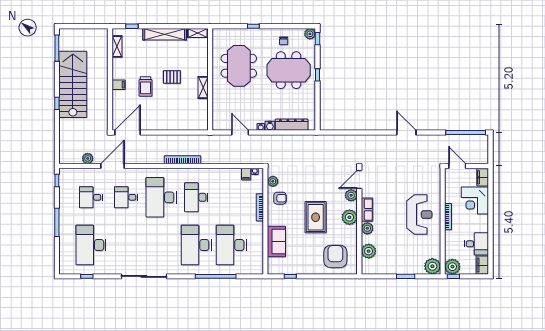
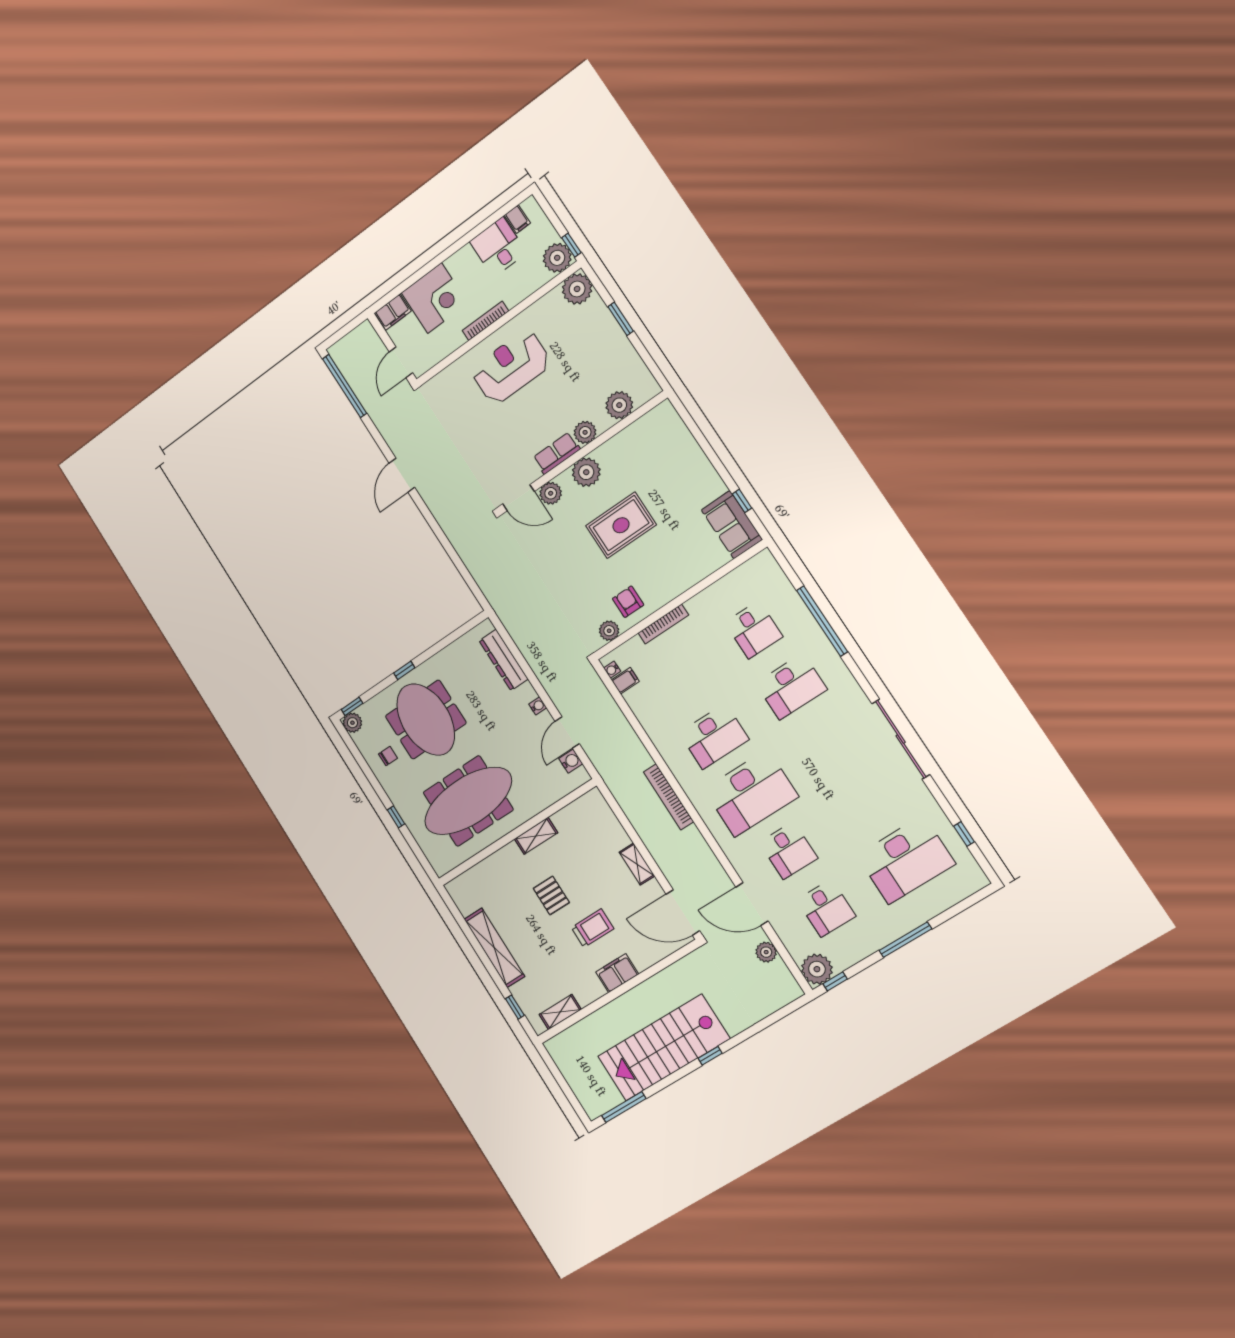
shelving: (198, 33) -> (637, 864), moved
meeting table: (239, 66) -> (468, 801), width x1.36
filing cabinet: (119, 85) -> (617, 973), width x2.00
water cooler: (270, 126) -> (571, 761), moved
plant: (67, 176) -> (817, 969), added
sofa: (276, 242) -> (732, 525), moved, turned -90
desk: (196, 245) -> (791, 686), width x0.73, depth x0.77
desk: (231, 245) -> (754, 630), width x0.53, depth x0.77
armchair: (335, 256) -> (662, 451), removed
filing cabinet: (482, 265) -> (517, 219), width x0.50

